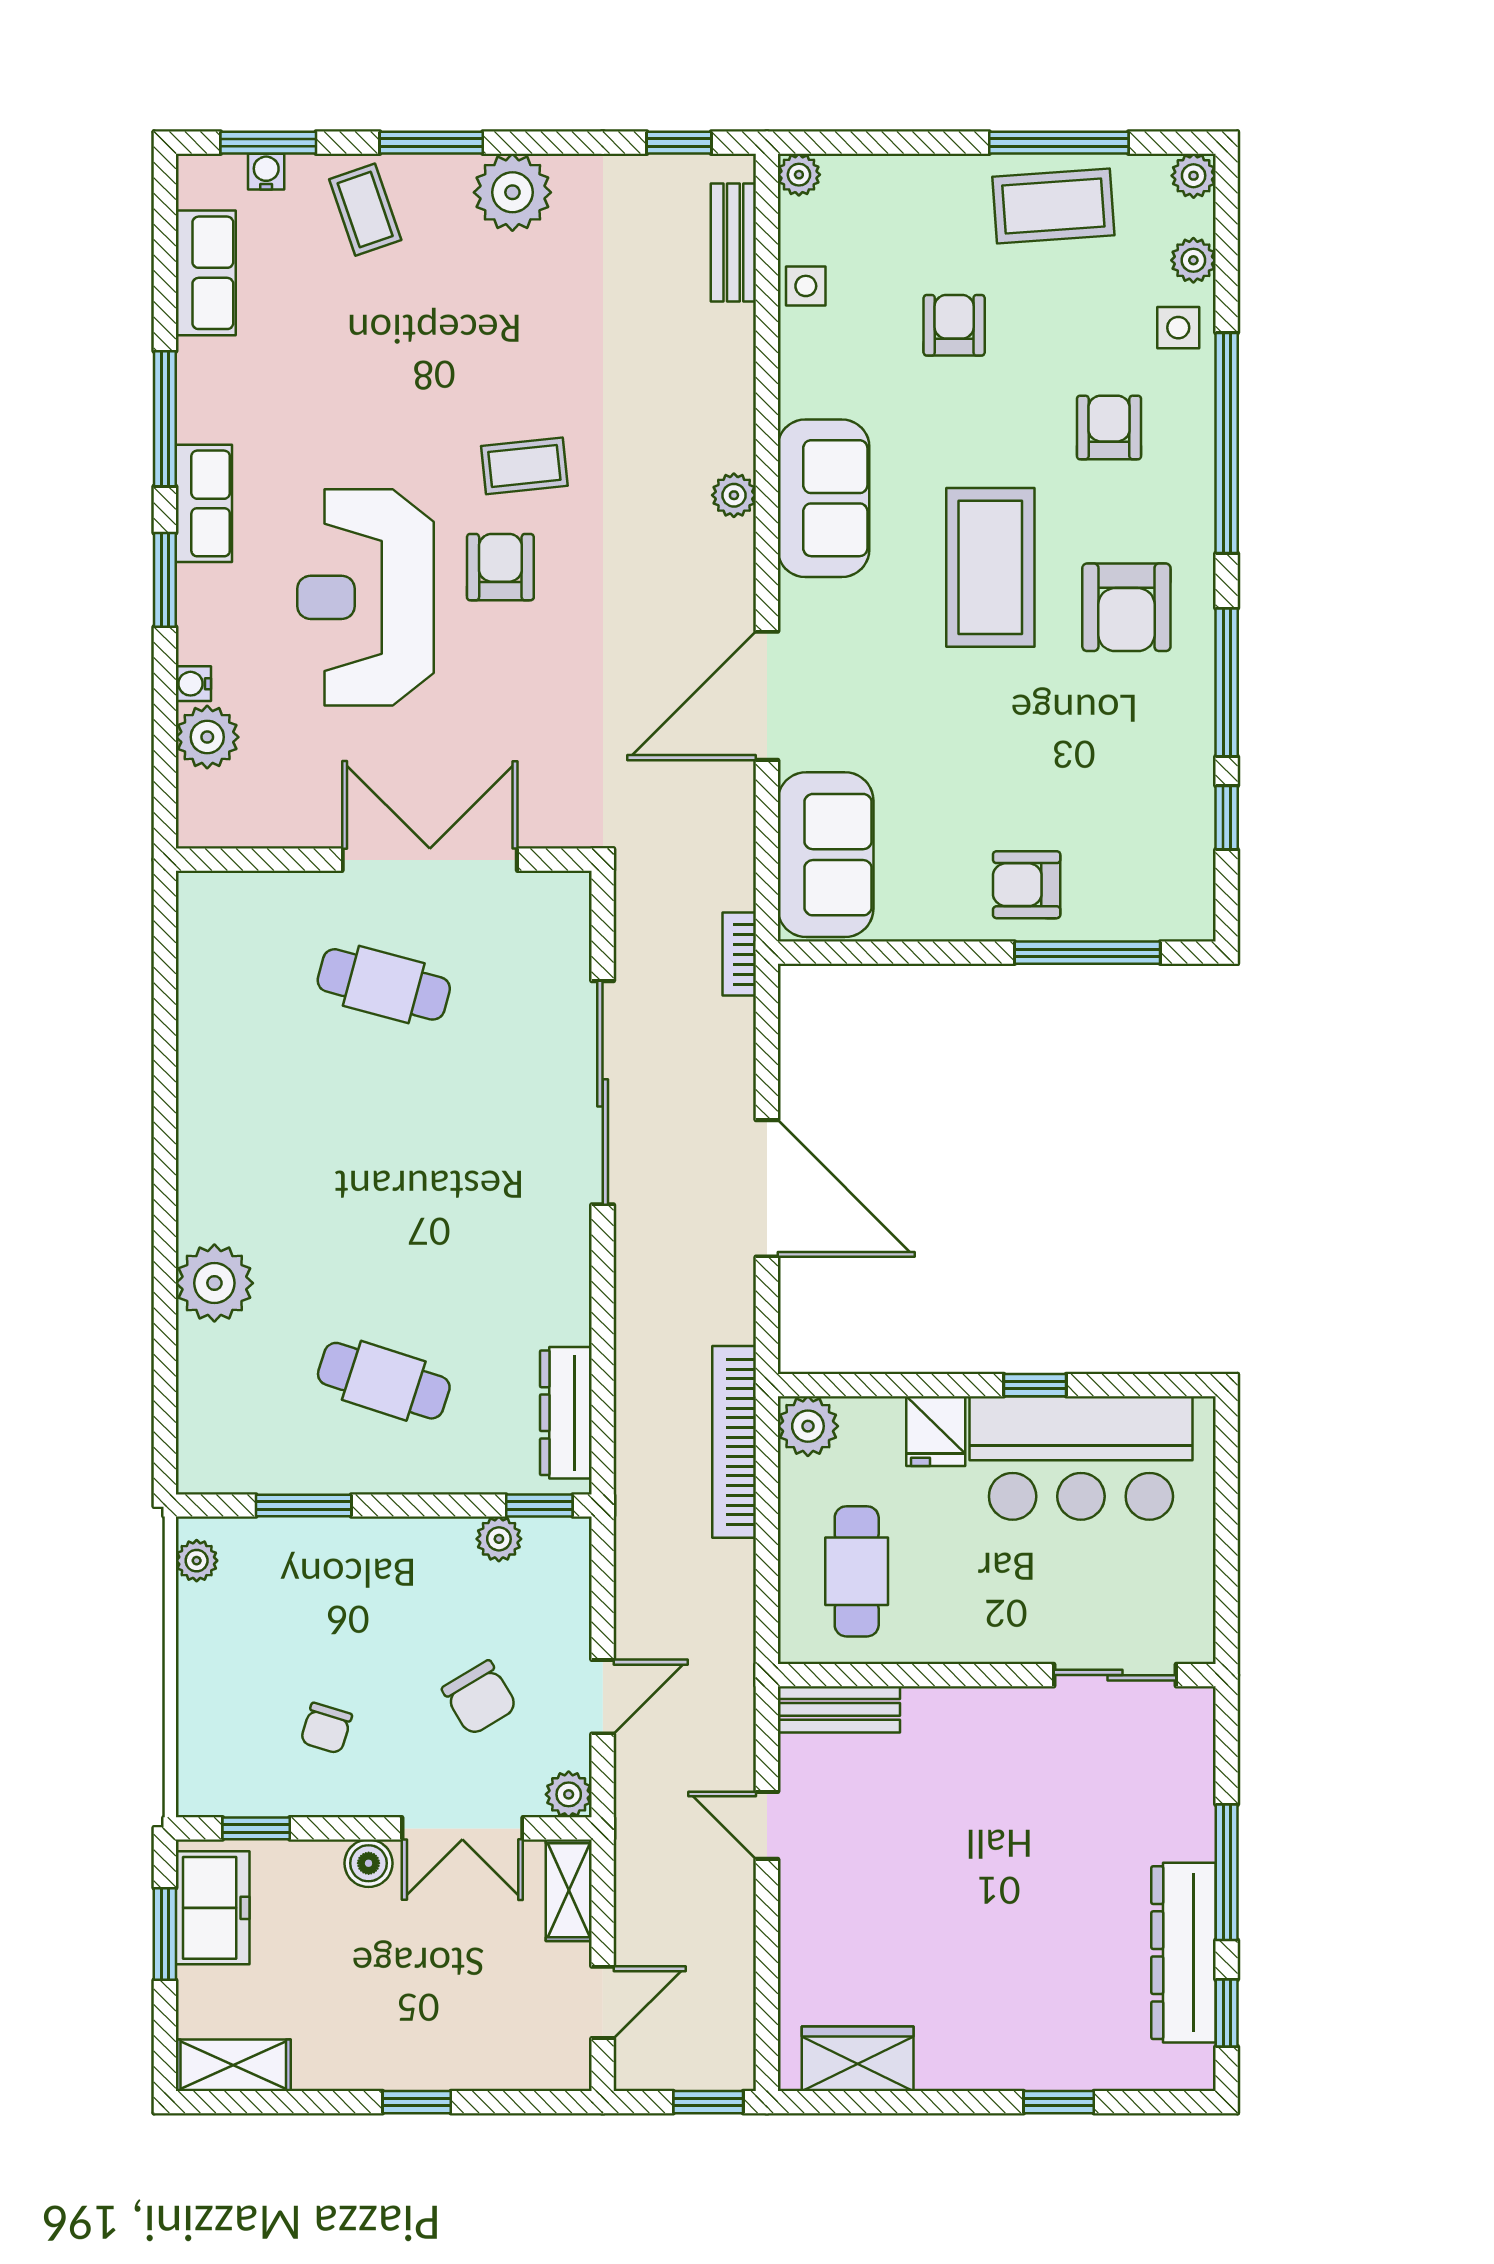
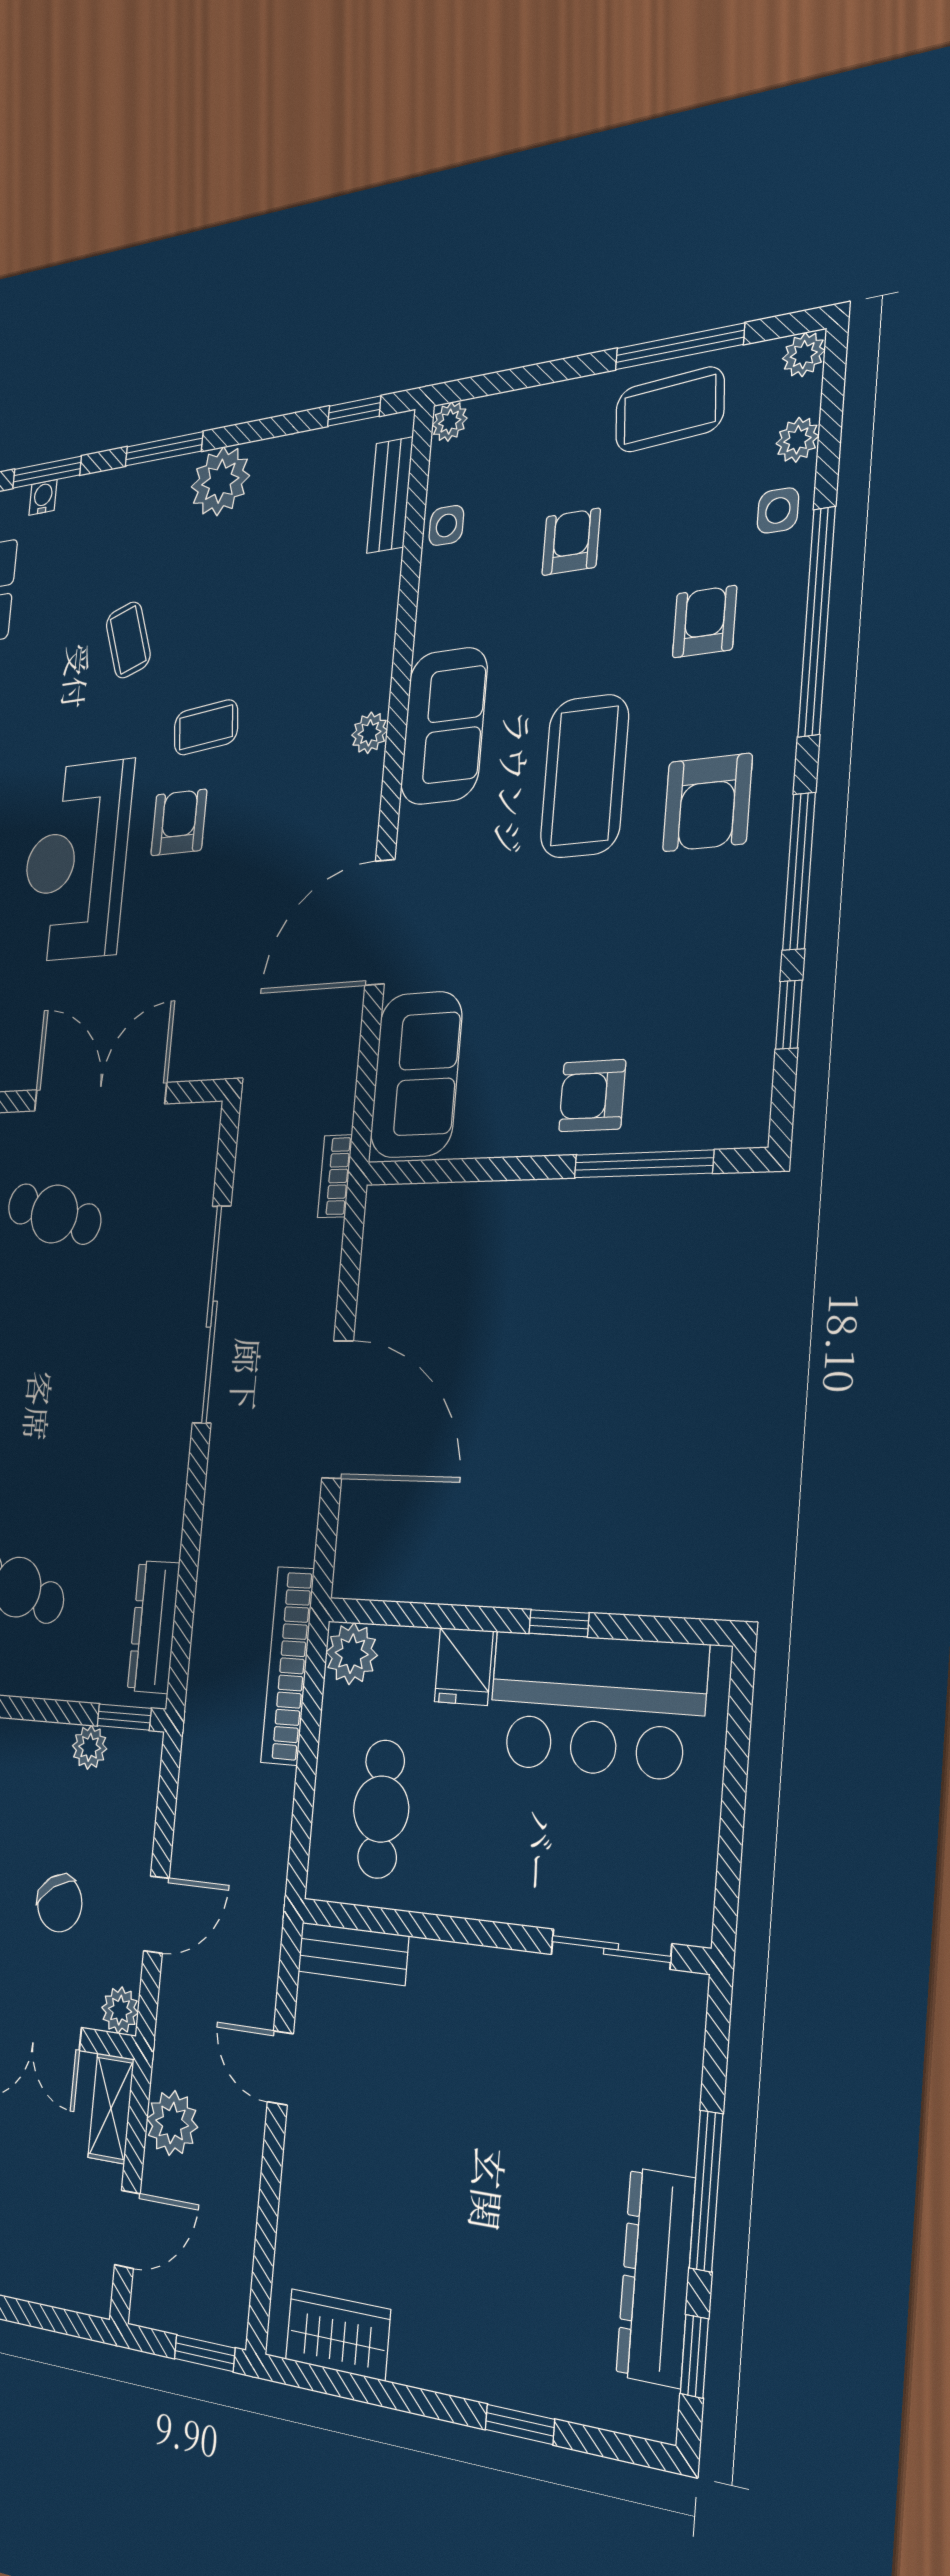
coffee table: (365, 210) -> (128, 640), moved
plant: (645, 1894) -> (172, 2123), added

